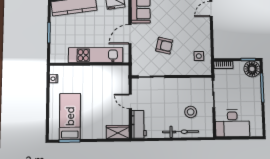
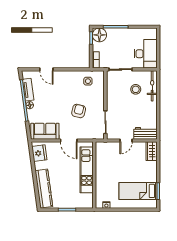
bicycle: (181, 132) -> (152, 86), moved

